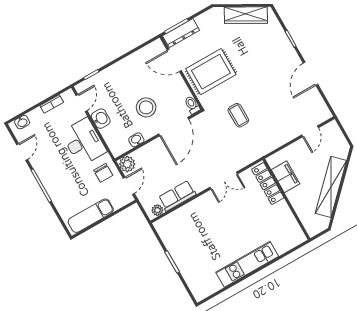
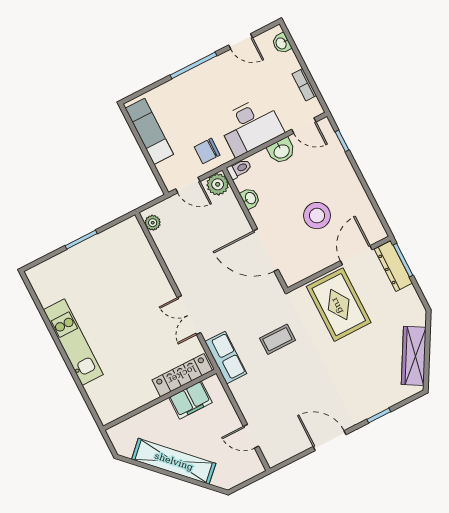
toilet: (192, 105) -> (239, 169), moved
stool: (146, 107) -> (317, 216), moved
row of seats: (177, 196) -> (226, 358), moved

